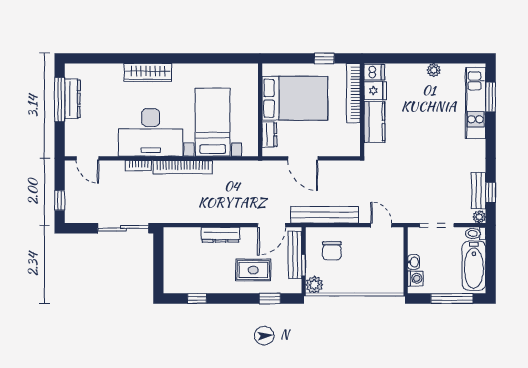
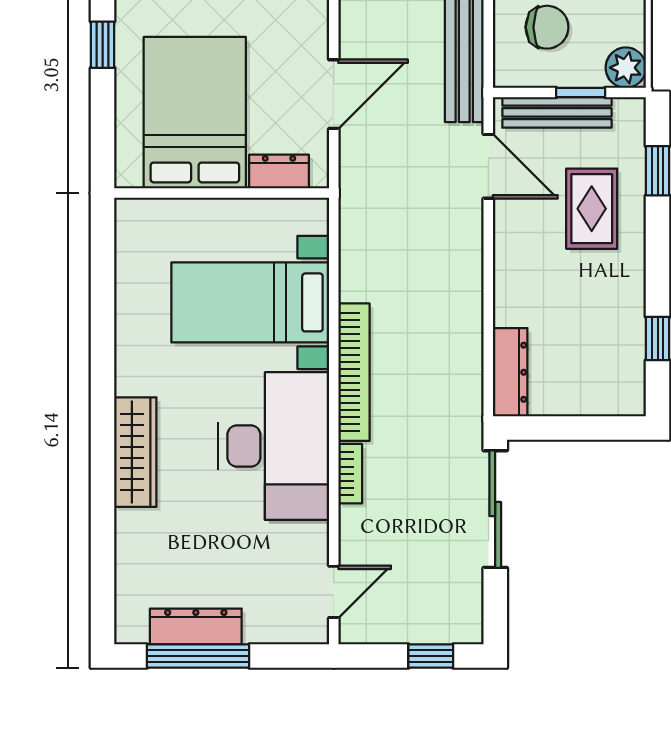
dresser: (220, 235) -> (510, 372), moved

